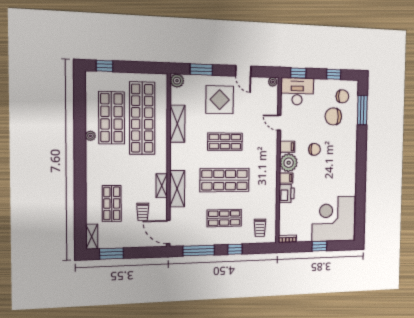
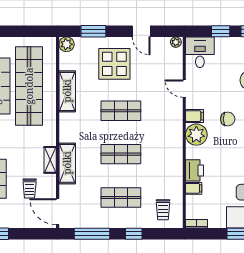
window: (298, 73) -> (221, 31), moved
desk: (297, 91) -> (200, 52), width x0.73
filing cabinet: (286, 178) -> (194, 188), moved
shop shelf: (225, 180) -> (121, 154), width x0.70, depth x0.74

